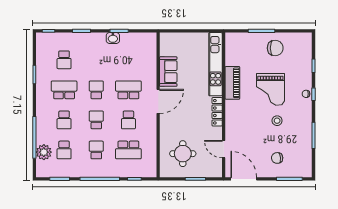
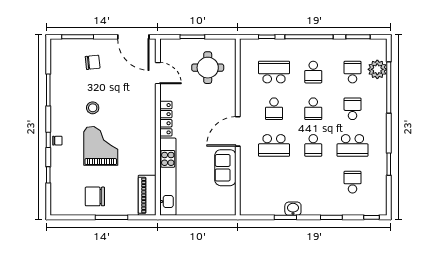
piano: (232, 83) -> (147, 195), moved
school desk: (128, 120) -> (274, 109), turned 180

